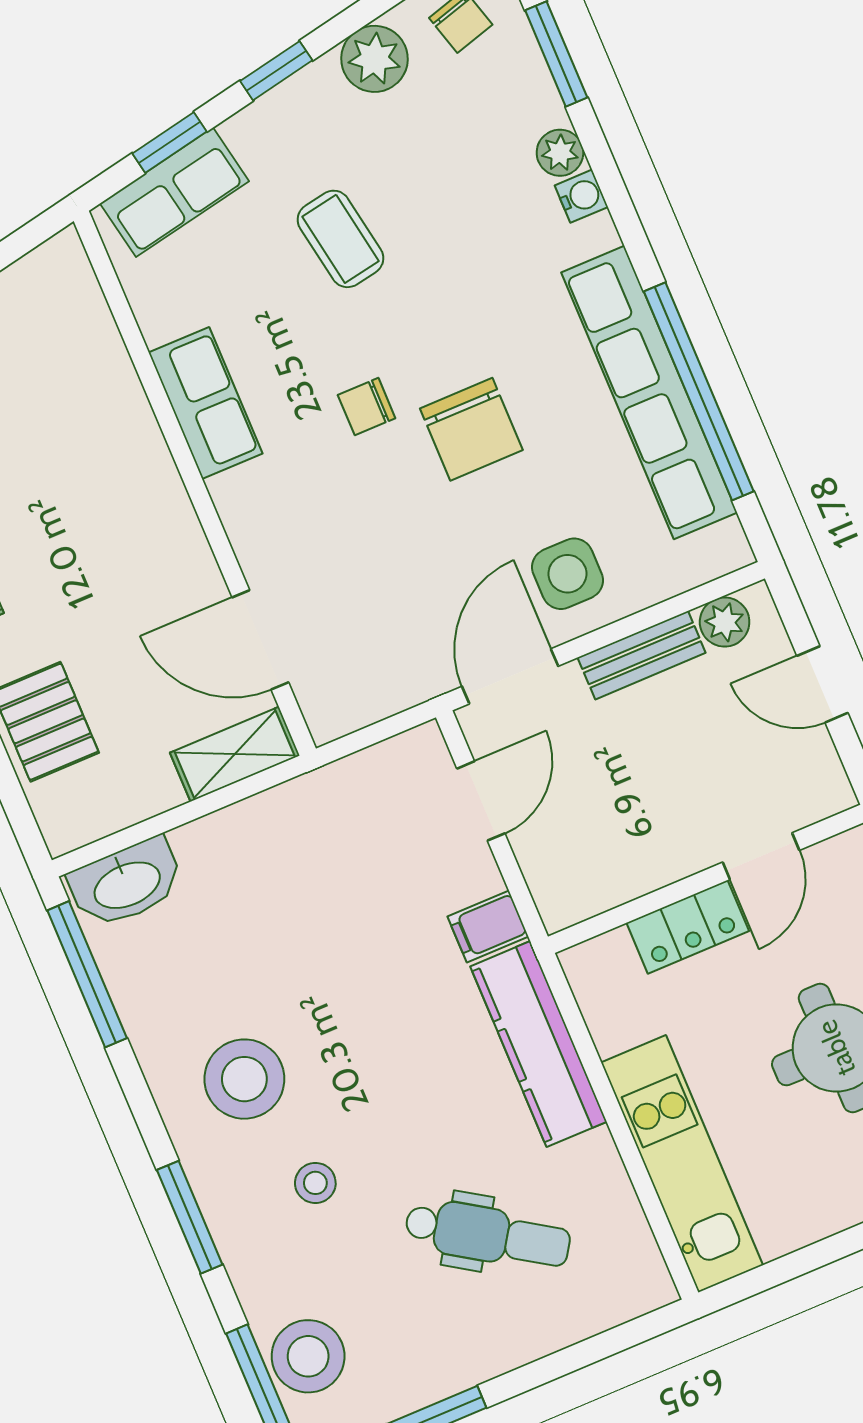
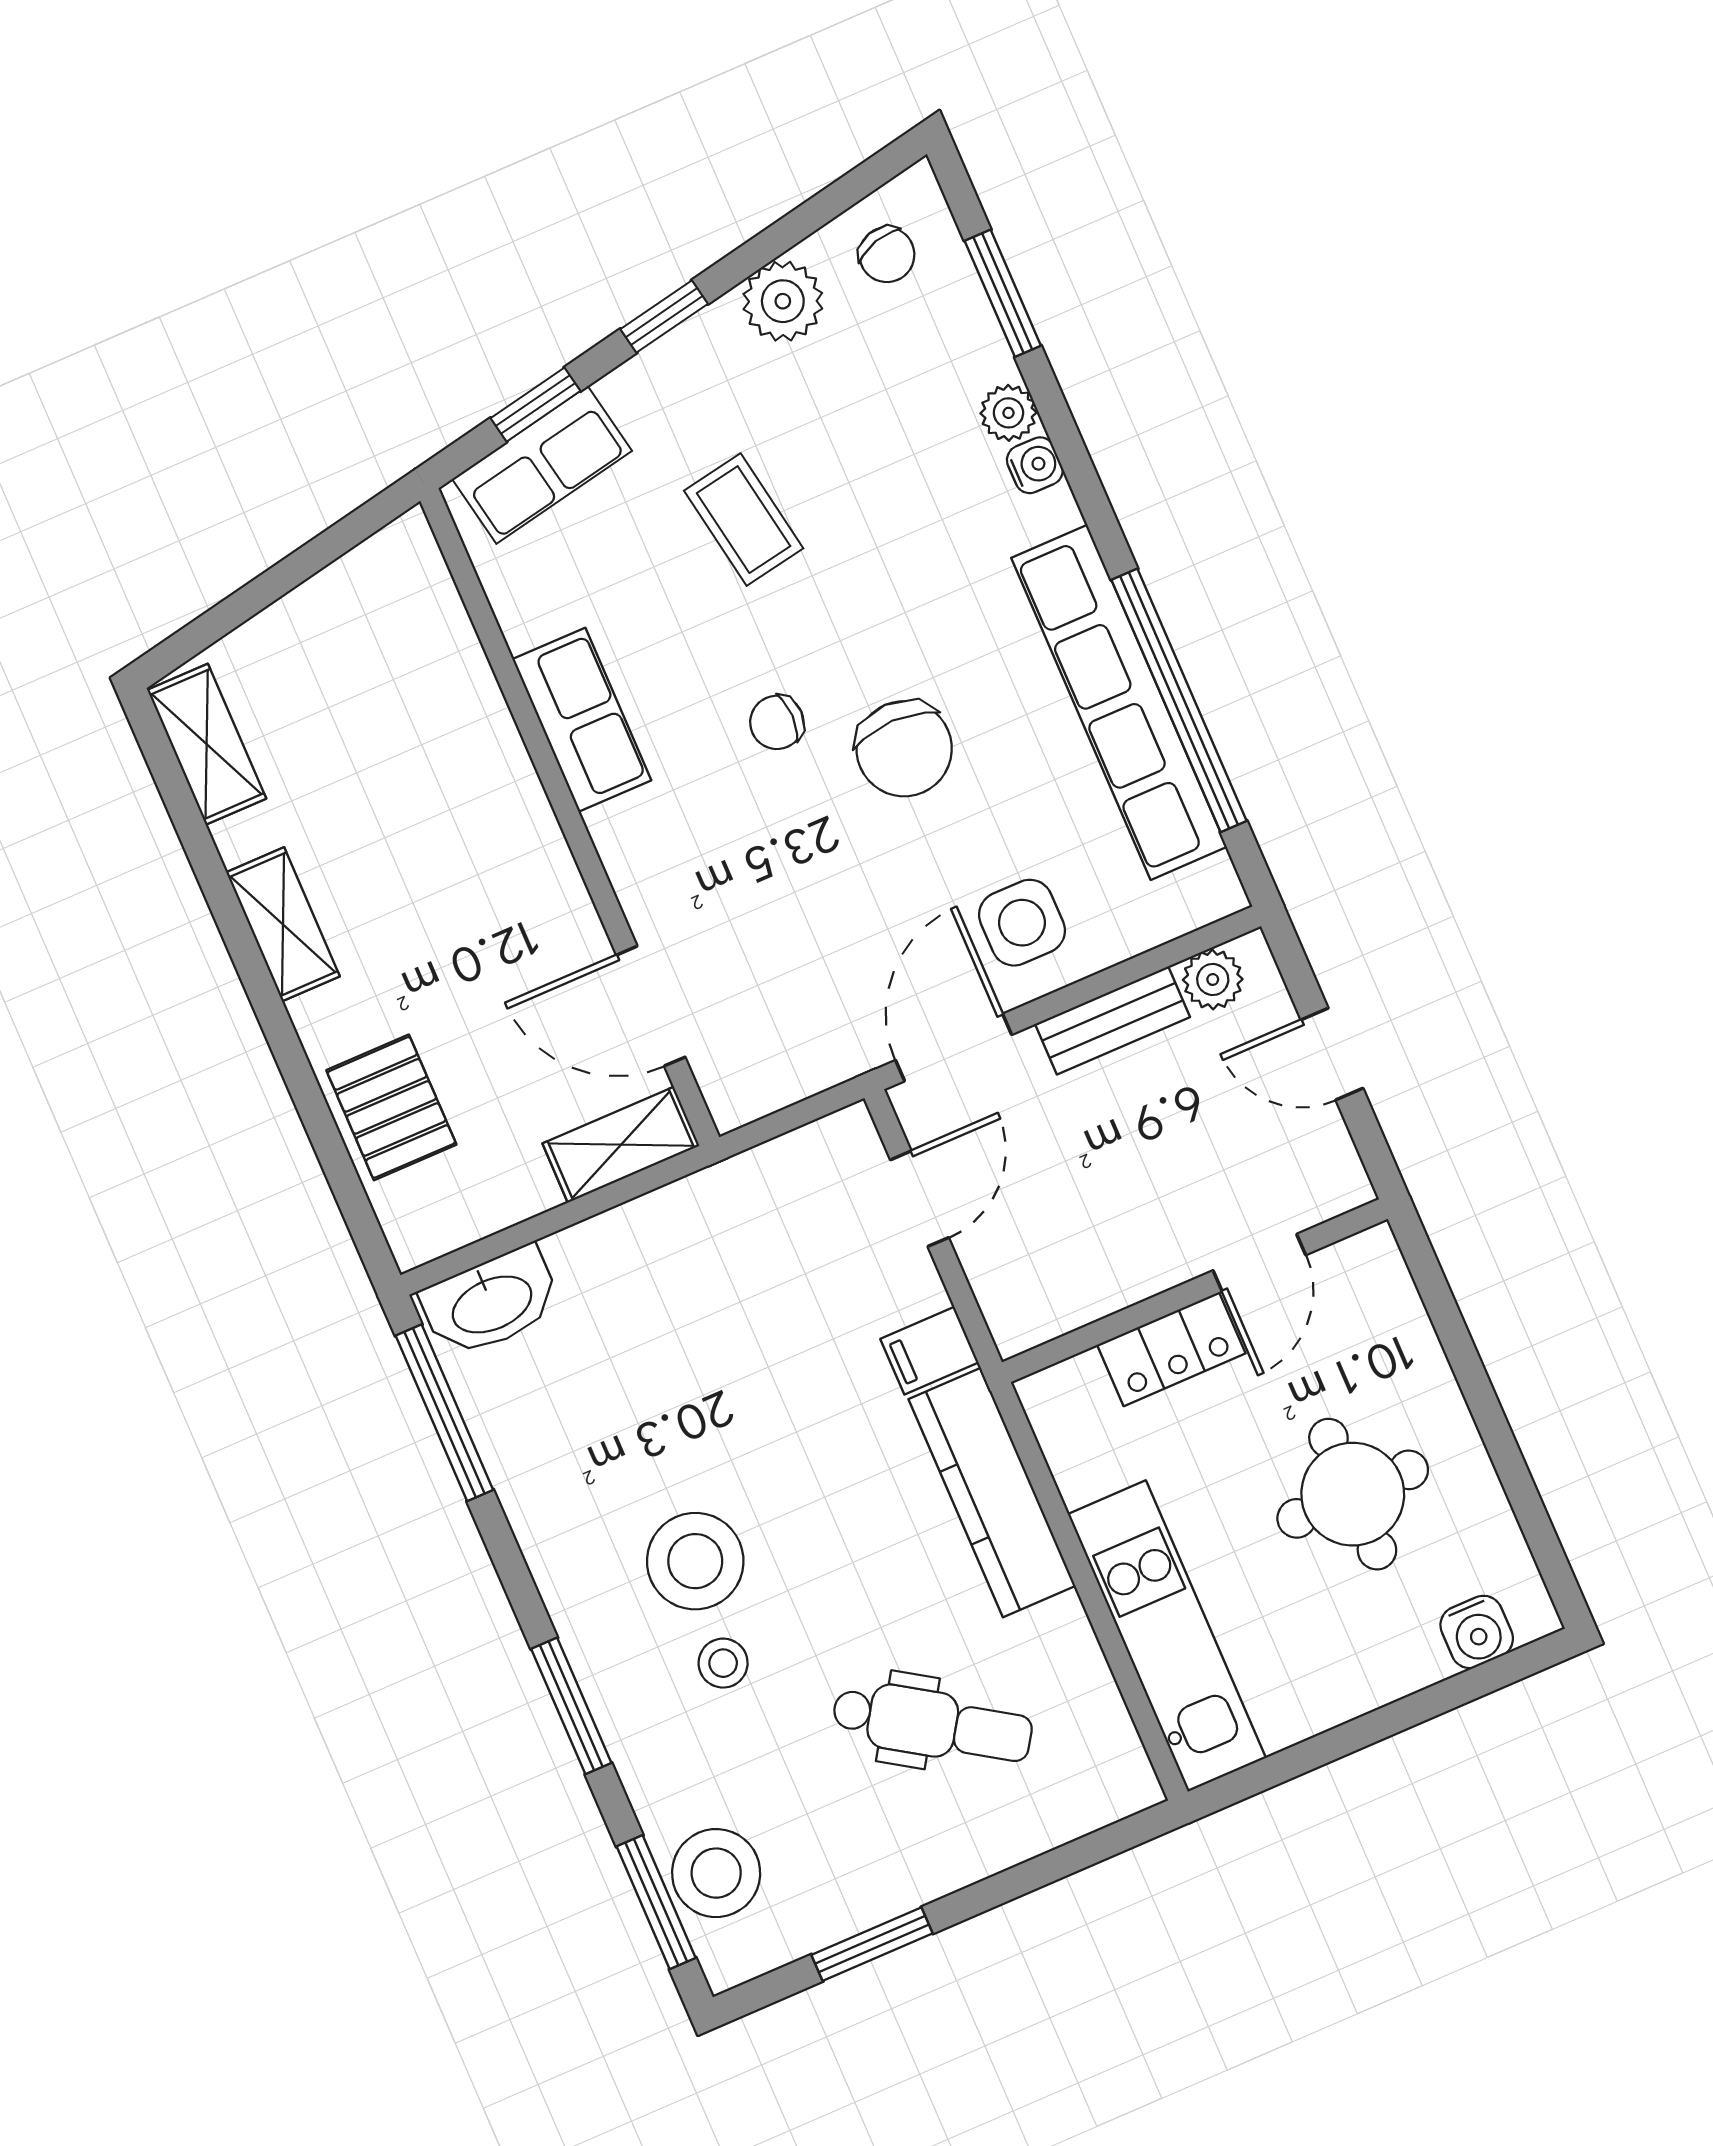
stool: (244, 1079) -> (695, 1561), moved

